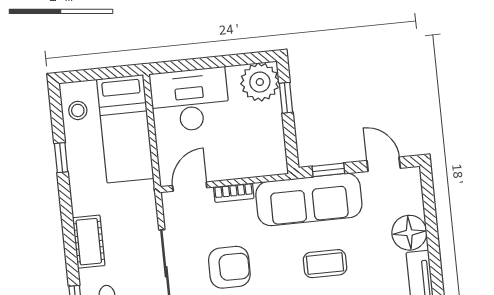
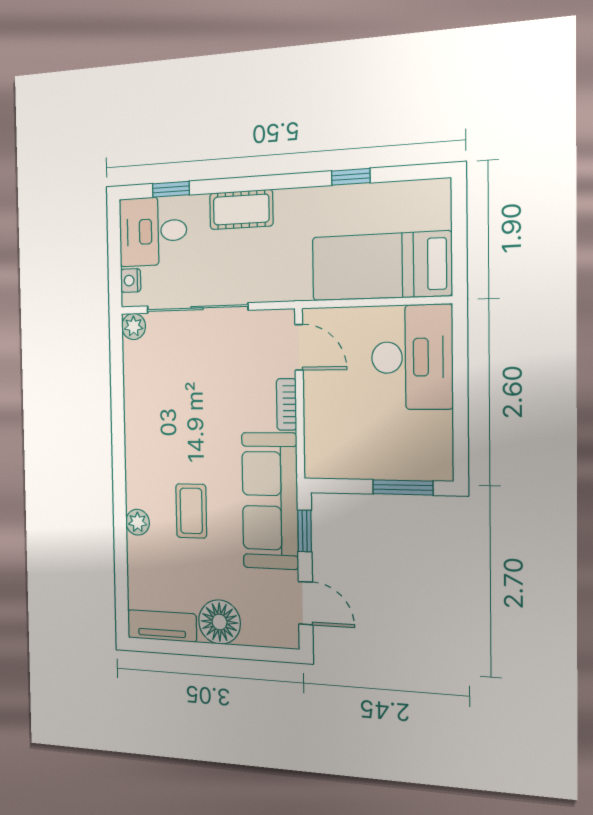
plant: (260, 82) -> (427, 455), removed
window: (286, 98) -> (403, 487), width x1.50
stool: (78, 110) -> (412, 202), removed
door: (384, 164) -> (306, 603), hinge flipped
armchair: (229, 267) -> (196, 389), removed

